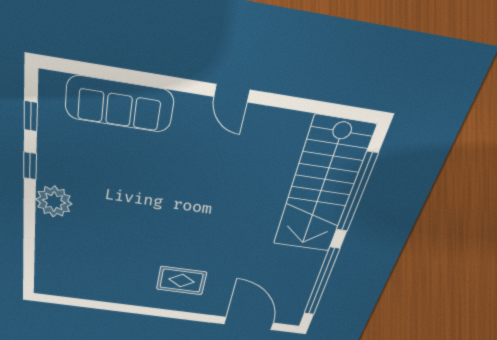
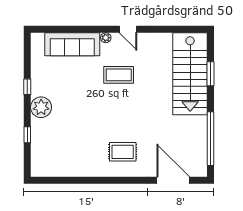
plant: (186, 102) -> (106, 38), added
window: (31, 116) -> (27, 135), moved
coffee table: (197, 171) -> (119, 75), added
window: (357, 193) -> (211, 74), width x0.47

